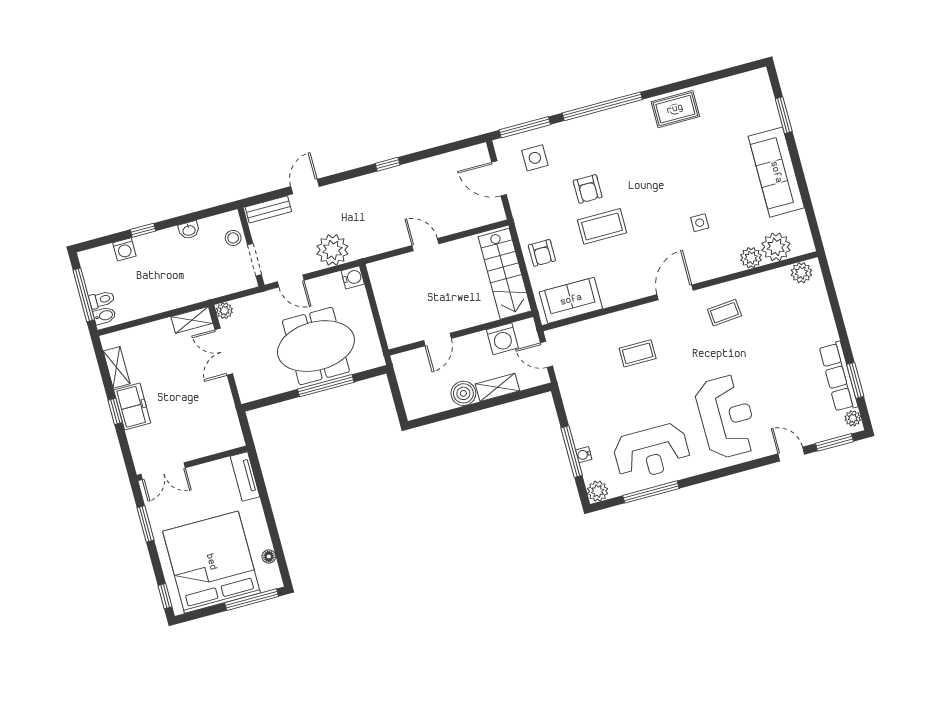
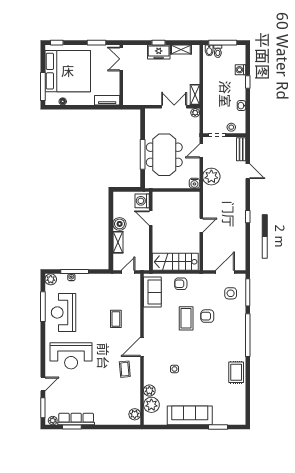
door: (675, 292) -> (142, 347), swing flipped
washing machine: (502, 339) -> (142, 201), moved

